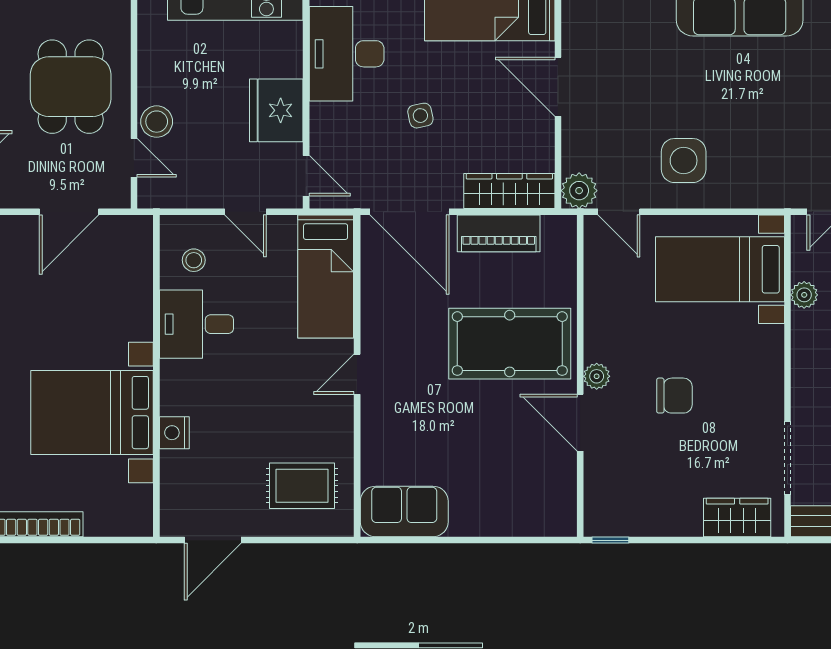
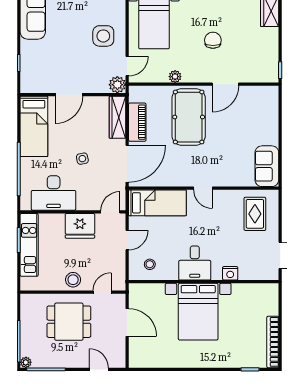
stool: (157, 122) -> (73, 280), moved
desk: (196, 324) -> (195, 263), moved
plant: (597, 376) -> (175, 77), moved
bed with nightstands: (92, 413) -> (198, 312), moved

